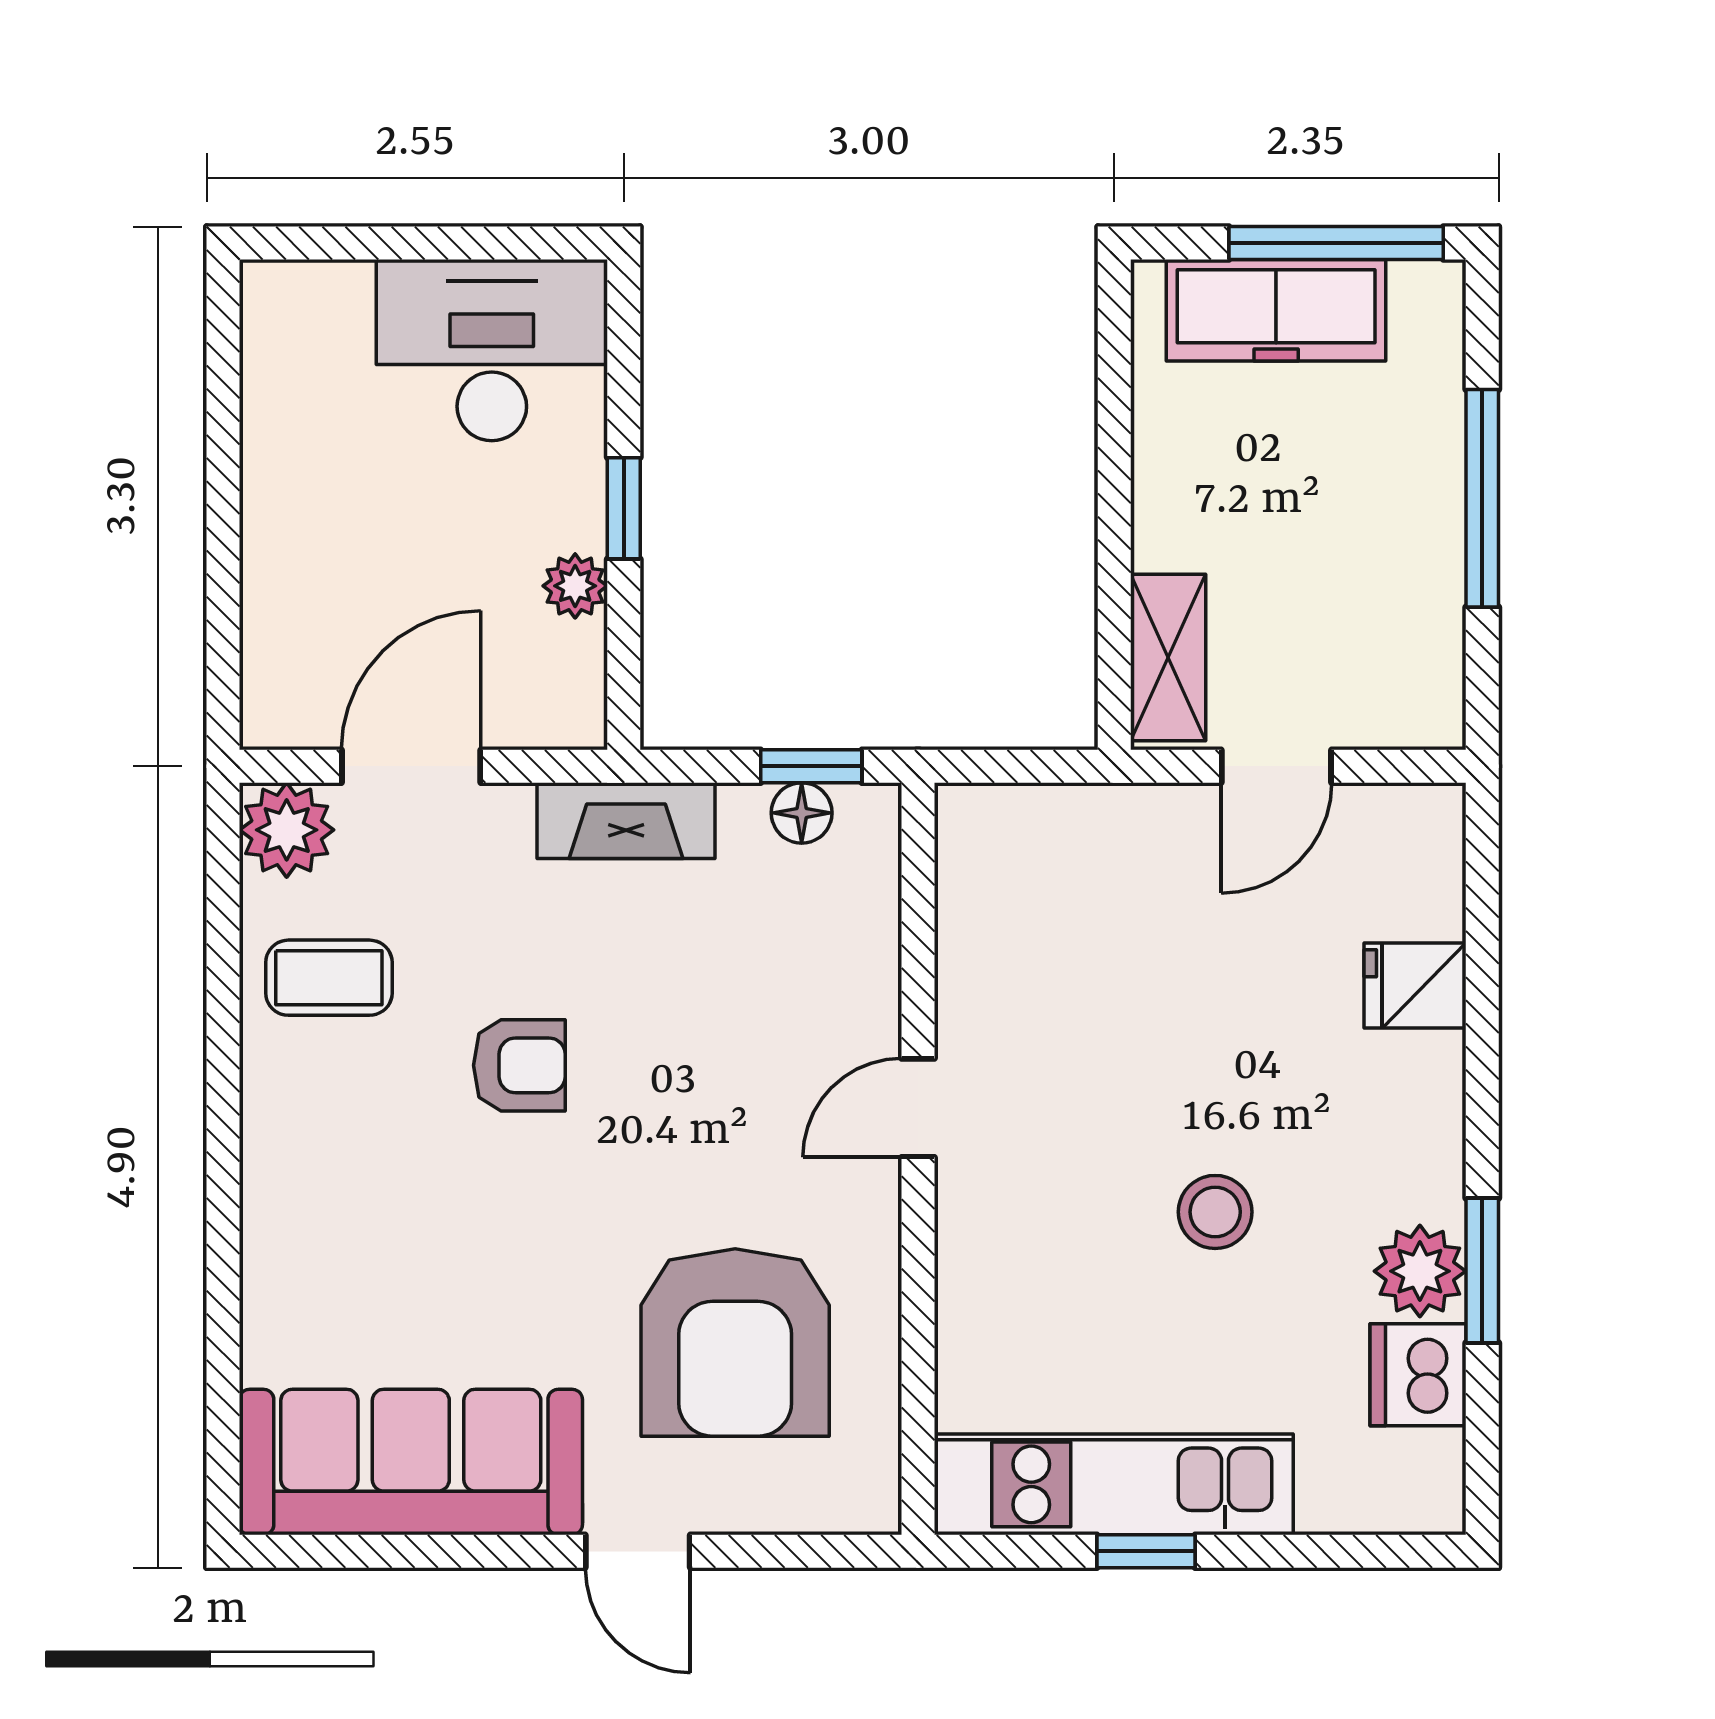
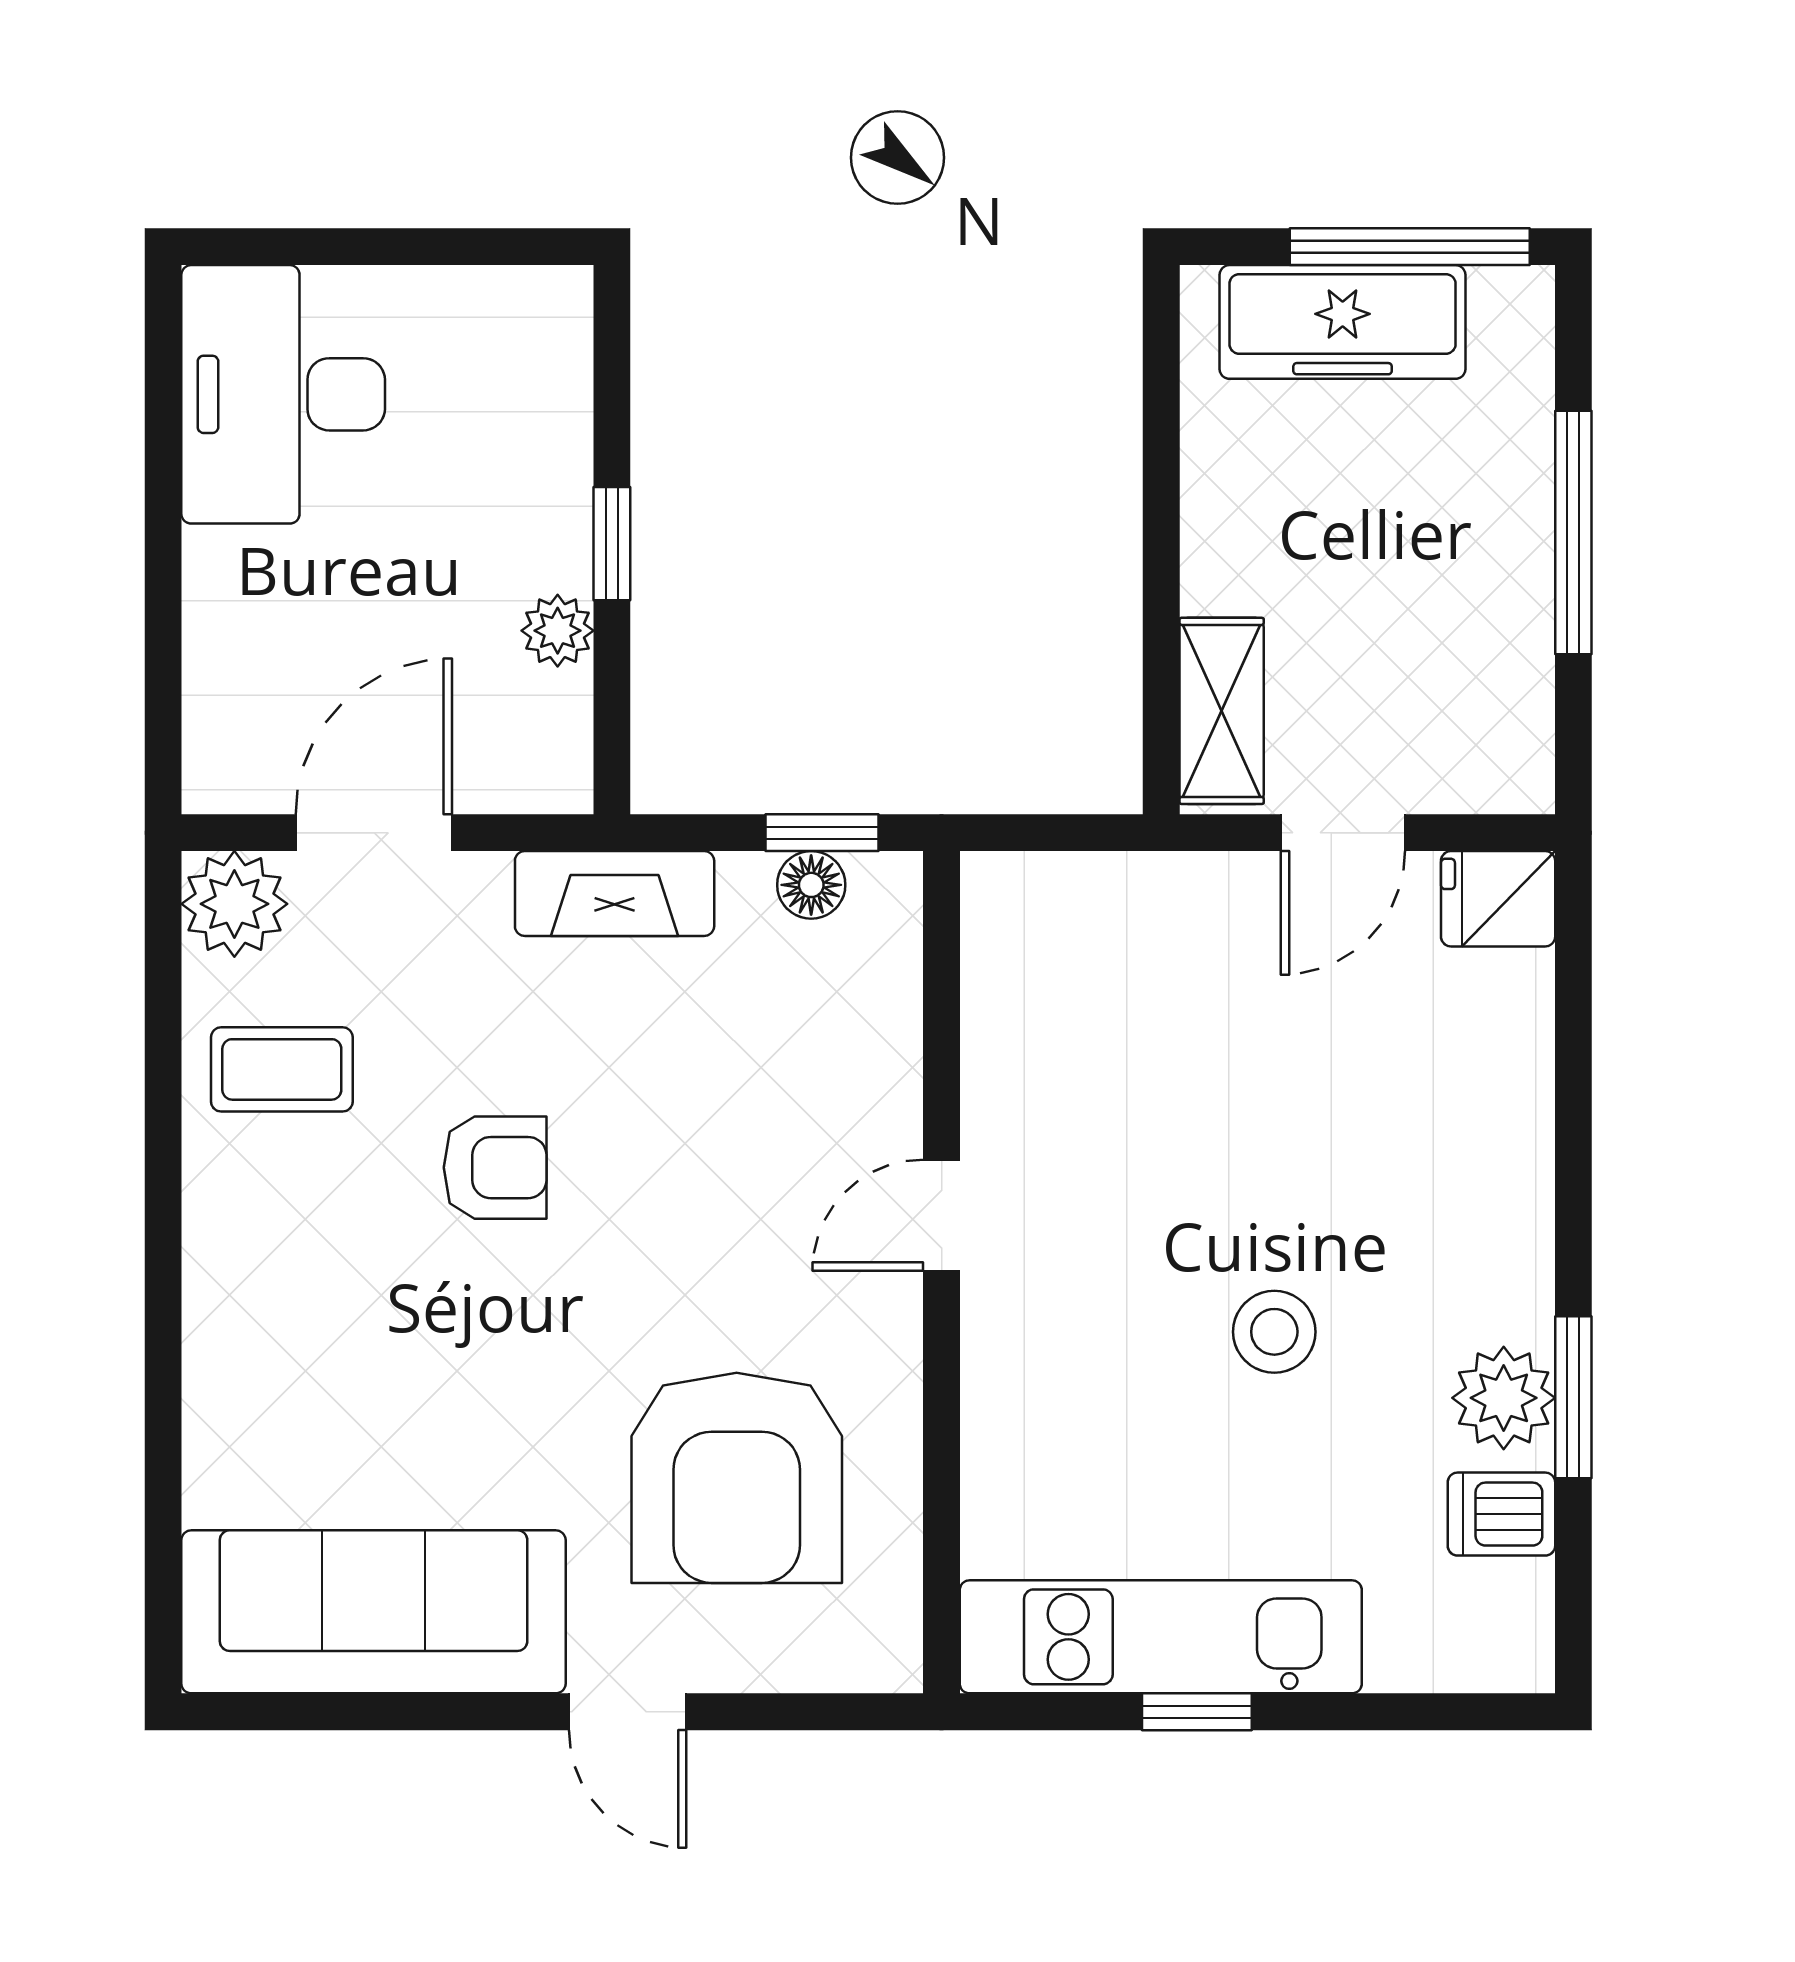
desk: (492, 350) -> (283, 394), moved, turned -90
fridge: (1415, 985) -> (1498, 899), moved
dishwasher: (1418, 1375) -> (1501, 1514), width x0.73

